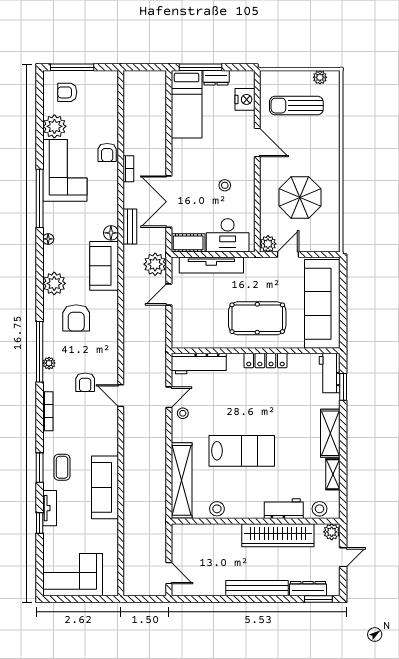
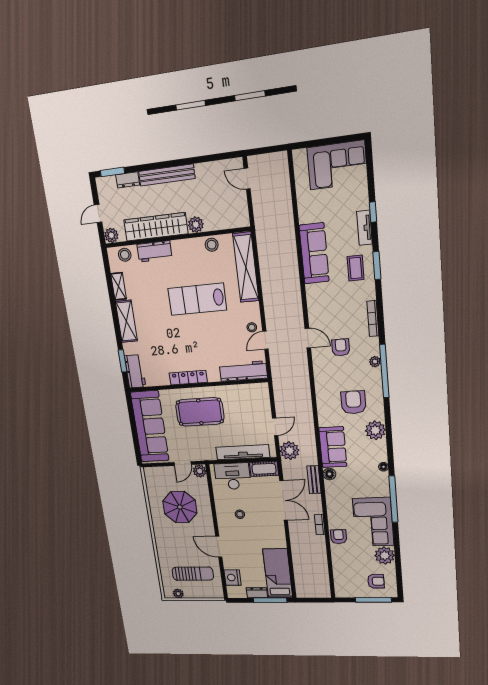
plant: (232, 532) -> (196, 225), added
dresser: (308, 589) -> (128, 180), width x0.70

